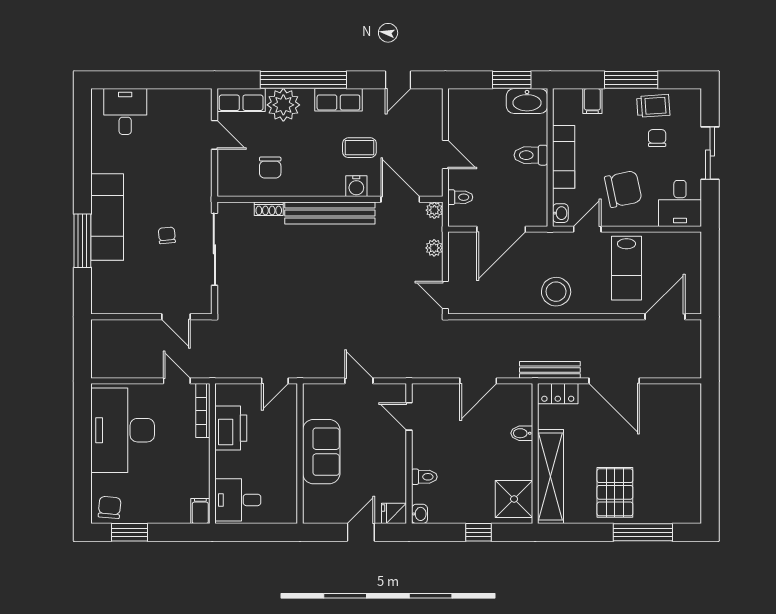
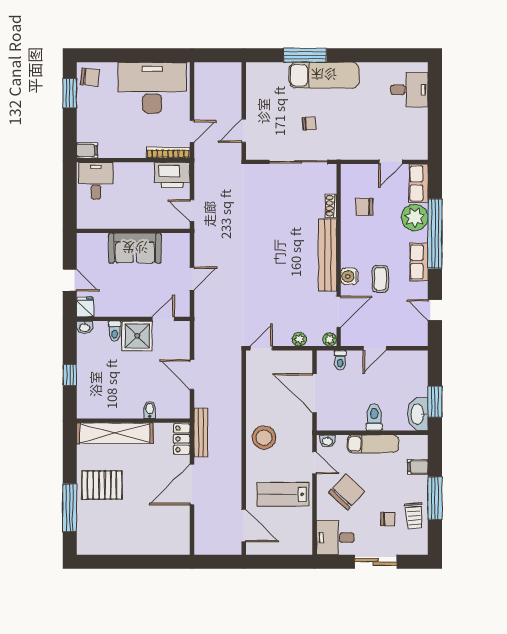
chair: (623, 189) -> (347, 492), turned -124
printer: (231, 428) -> (172, 175), moved
shower: (514, 499) -> (137, 336), moved

